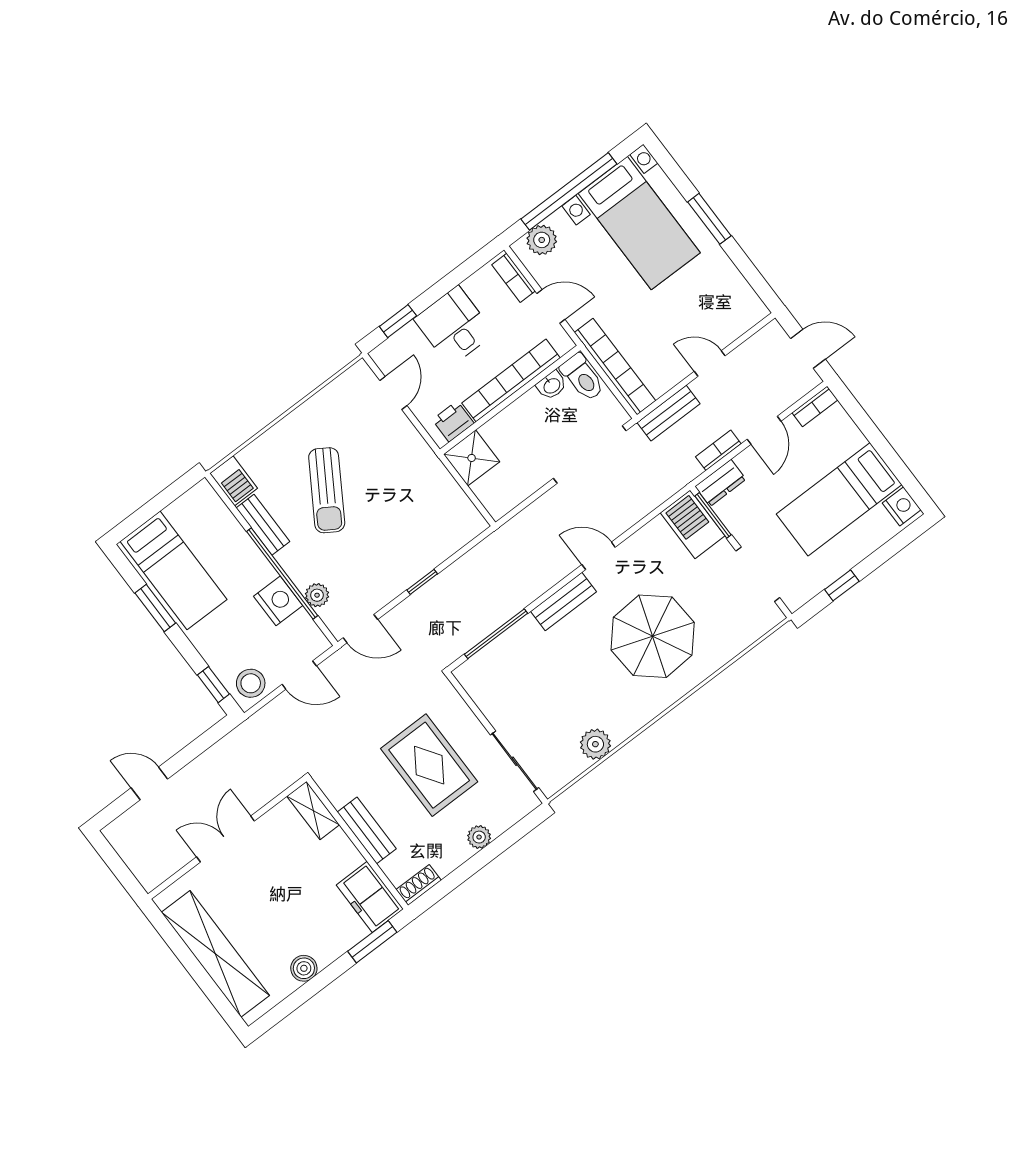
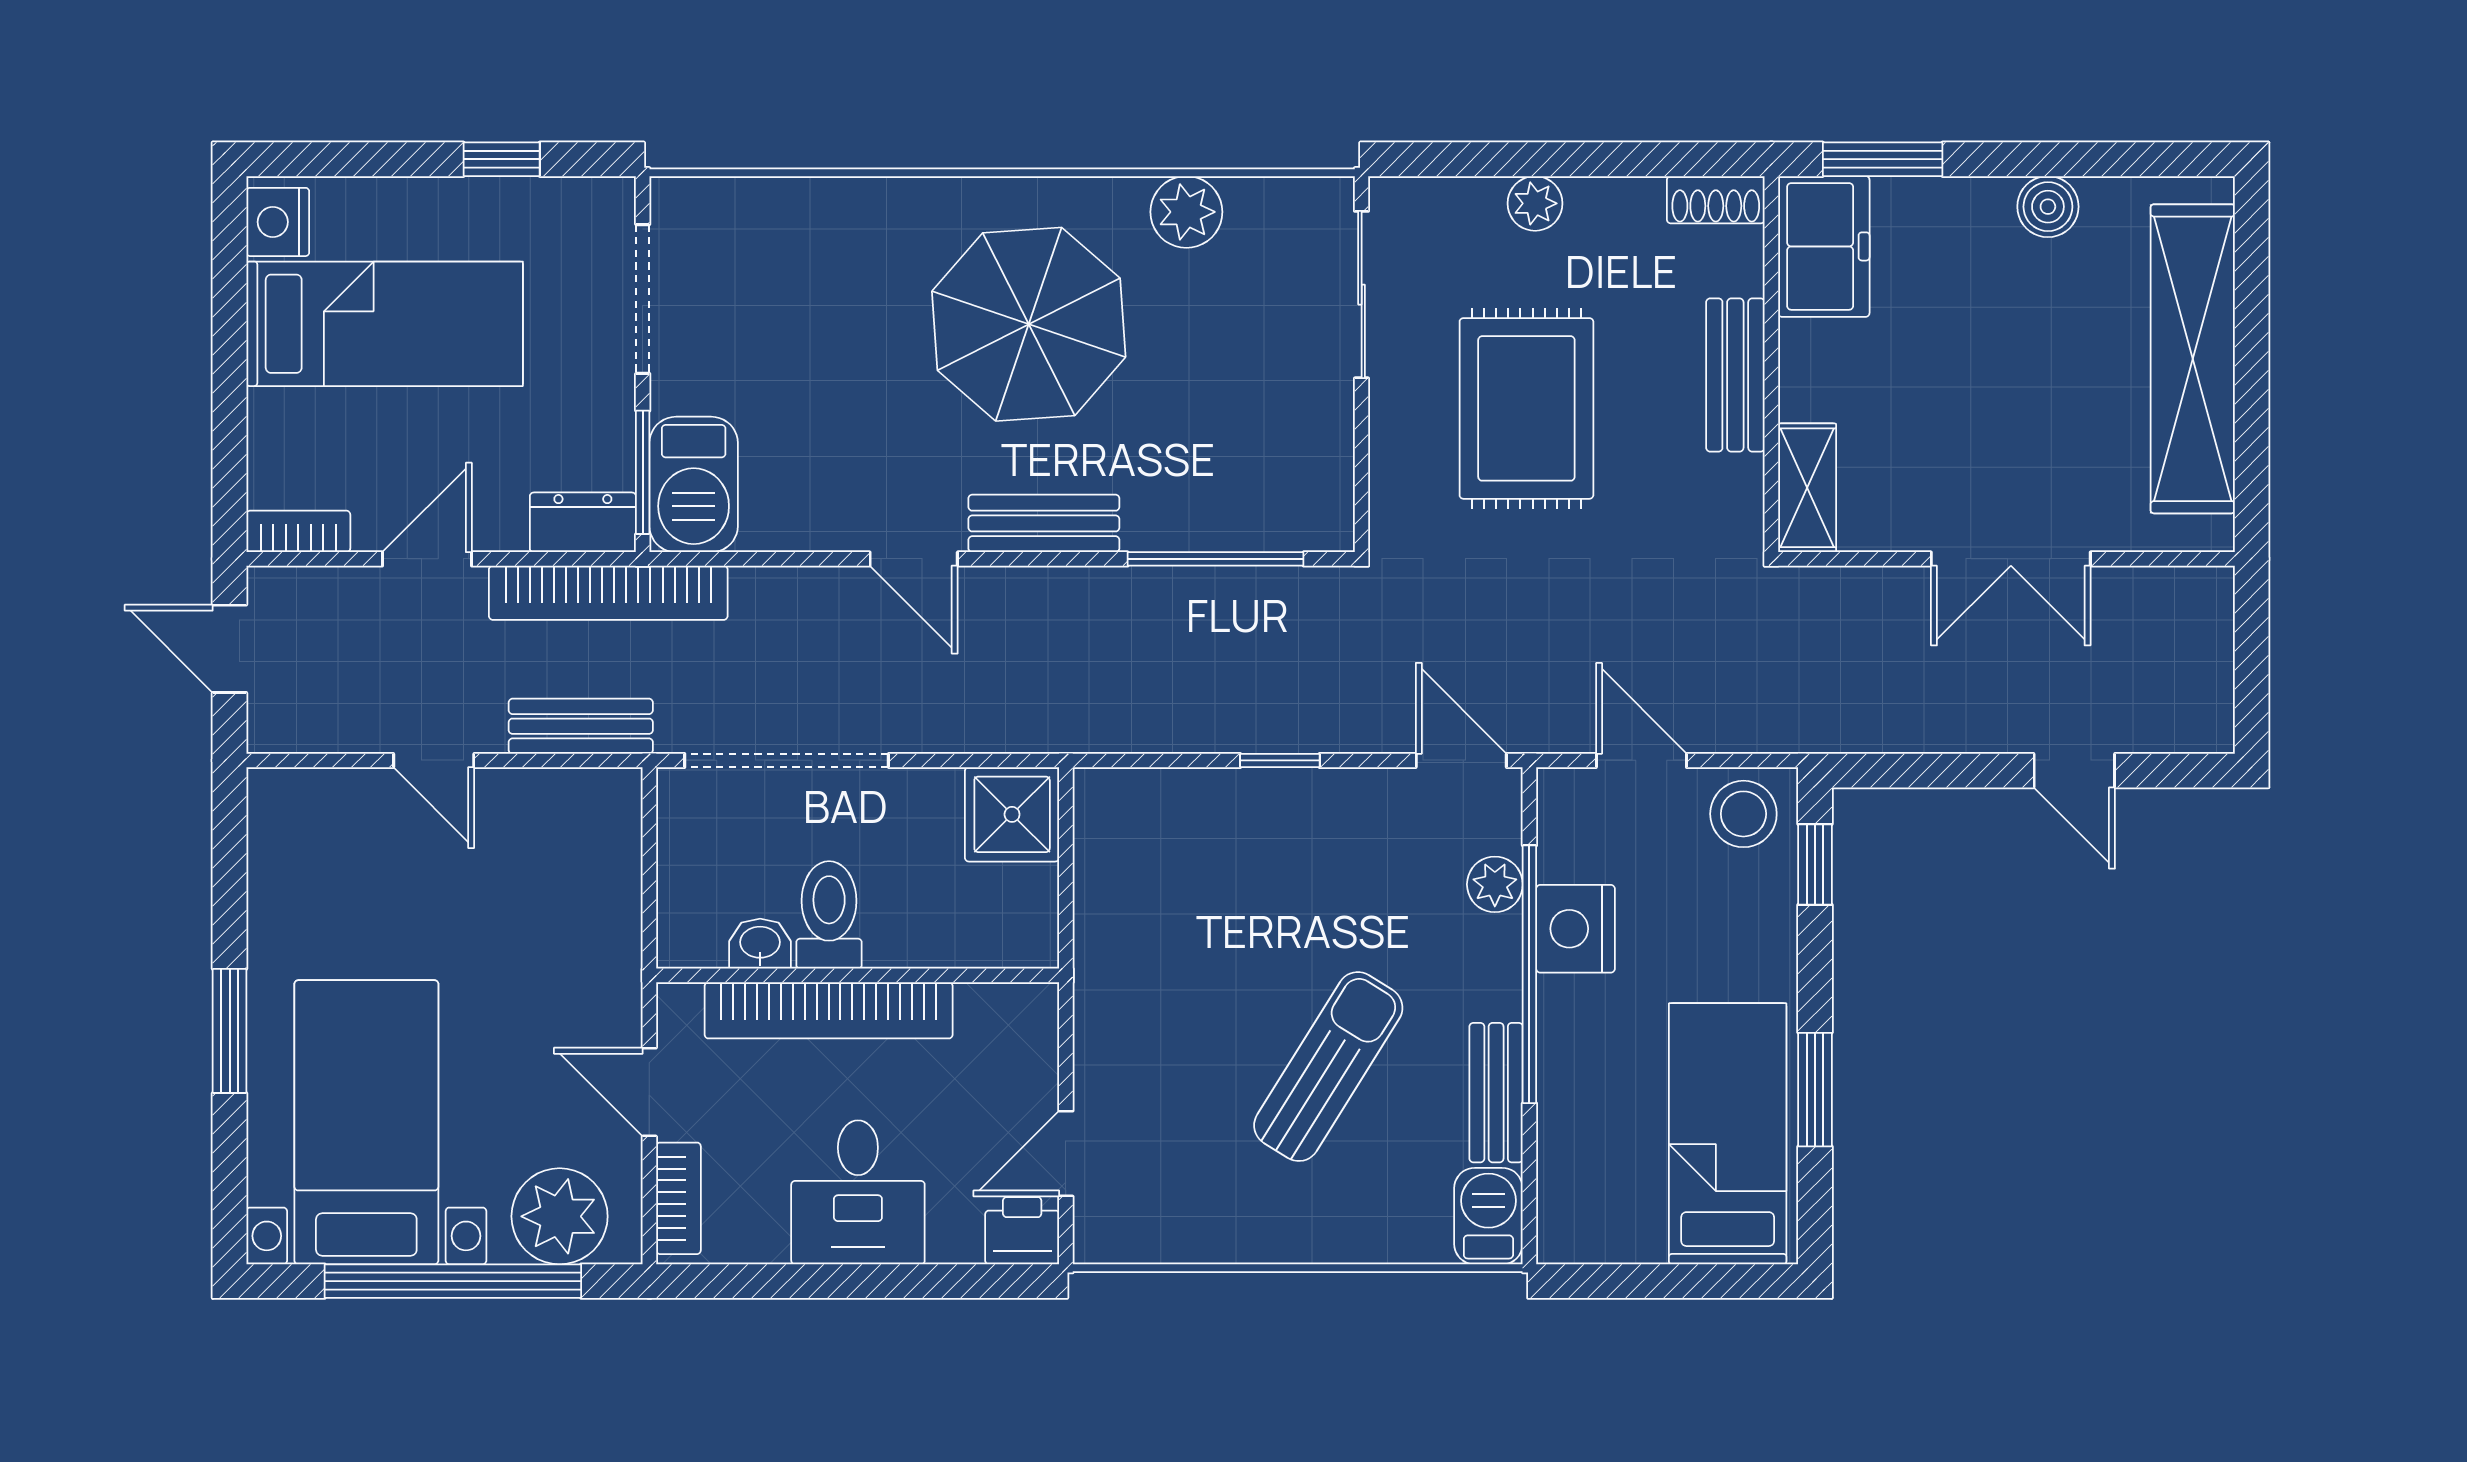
plant: (542, 240) -> (560, 1216), width x1.36, depth x1.36
window: (398, 321) -> (956, 1281), removed
bookcase: (615, 367) -> (615, 889), removed
toilet: (582, 377) -> (829, 915), moved
printer: (453, 421) -> (1022, 1231), moved, turned 180
bookcase: (718, 450) -> (608, 593), width x2.31, depth x1.31
shower: (472, 458) -> (1012, 814), moved
parasol: (653, 636) -> (1029, 324), moved

